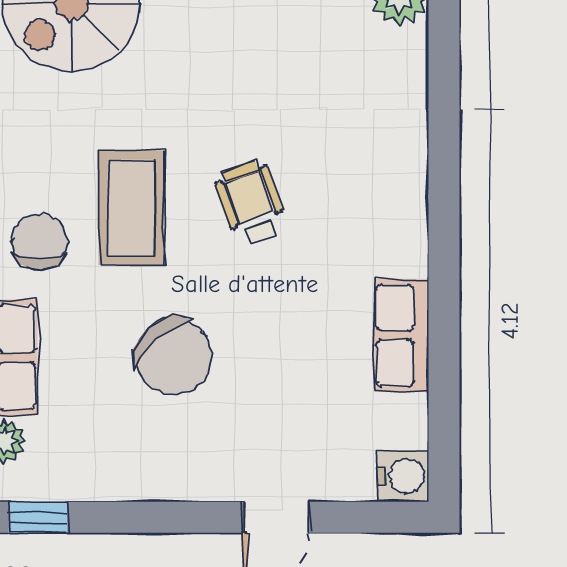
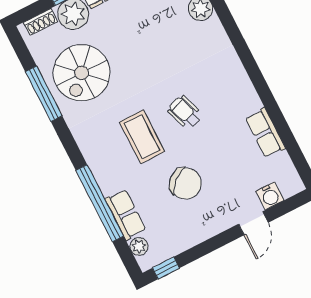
chair: (39, 242) -> (115, 166), removed
water cooler: (403, 476) -> (270, 196), moved, turned 90

